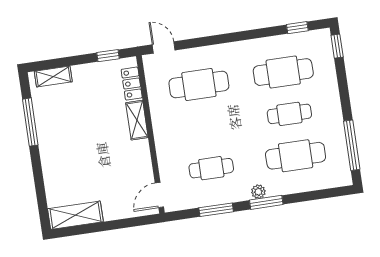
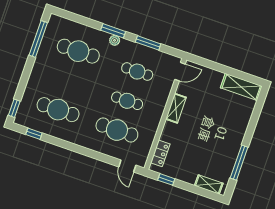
cafe table: (289, 114) -> (127, 101), moved
shelving: (137, 120) -> (176, 108), moved

